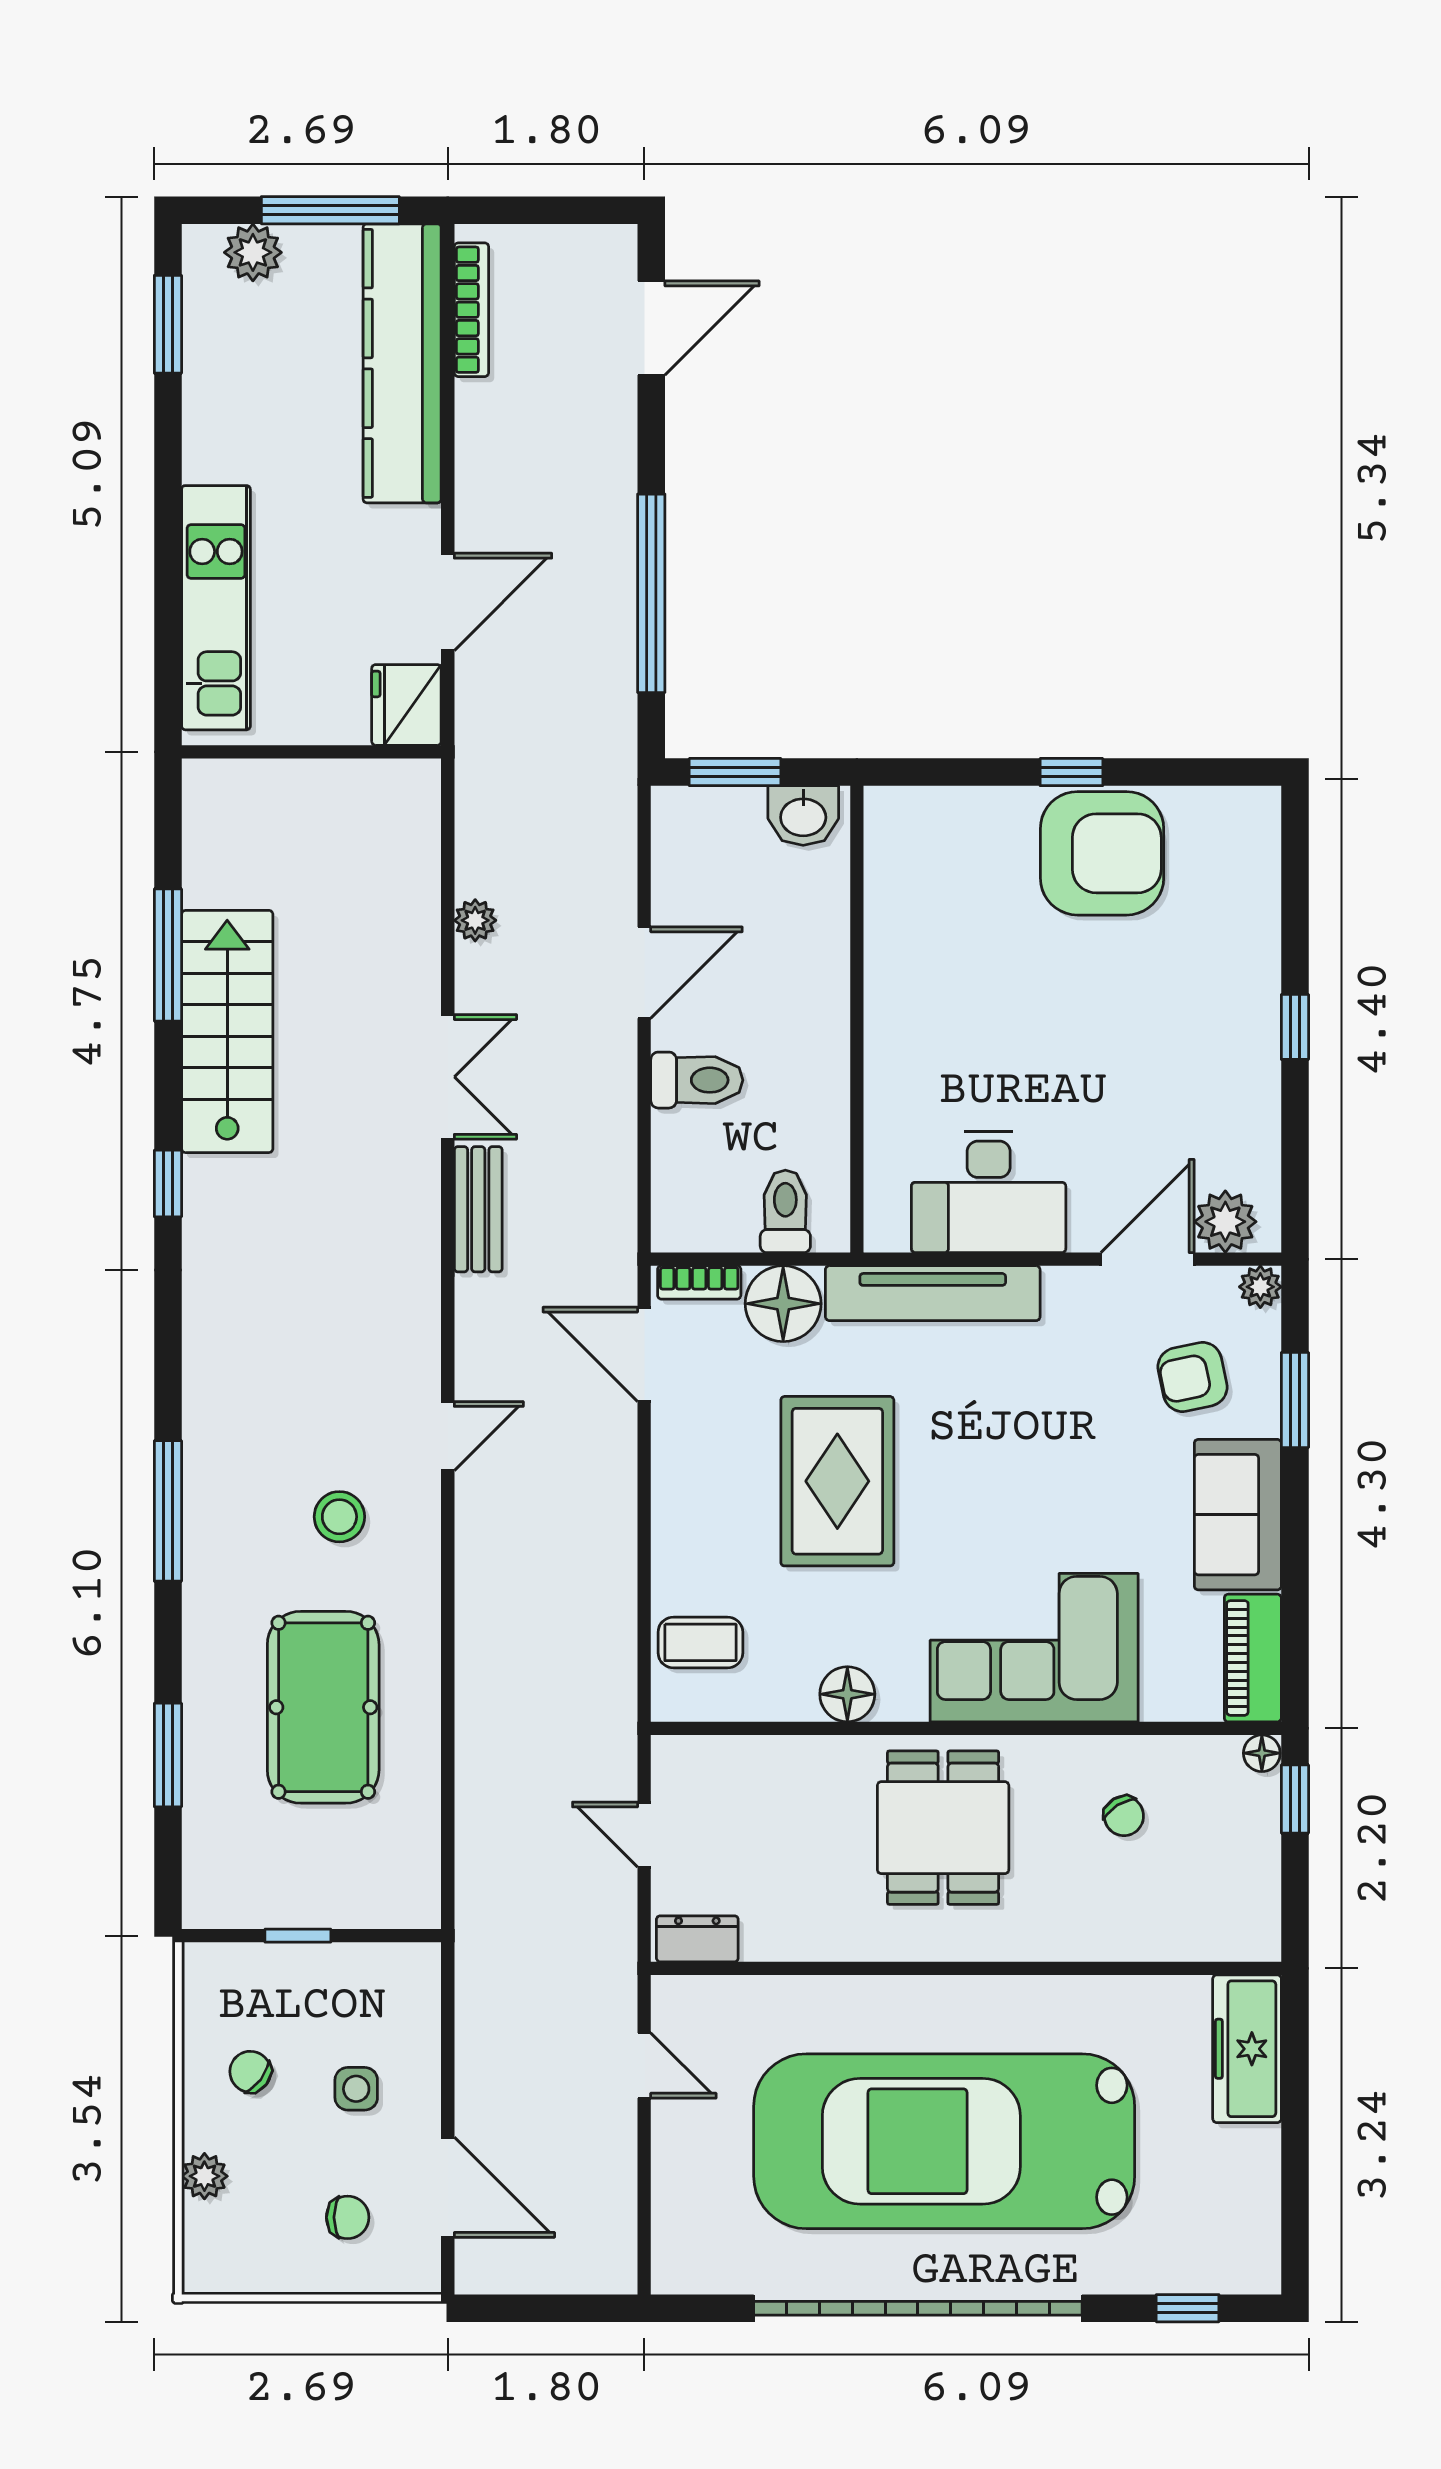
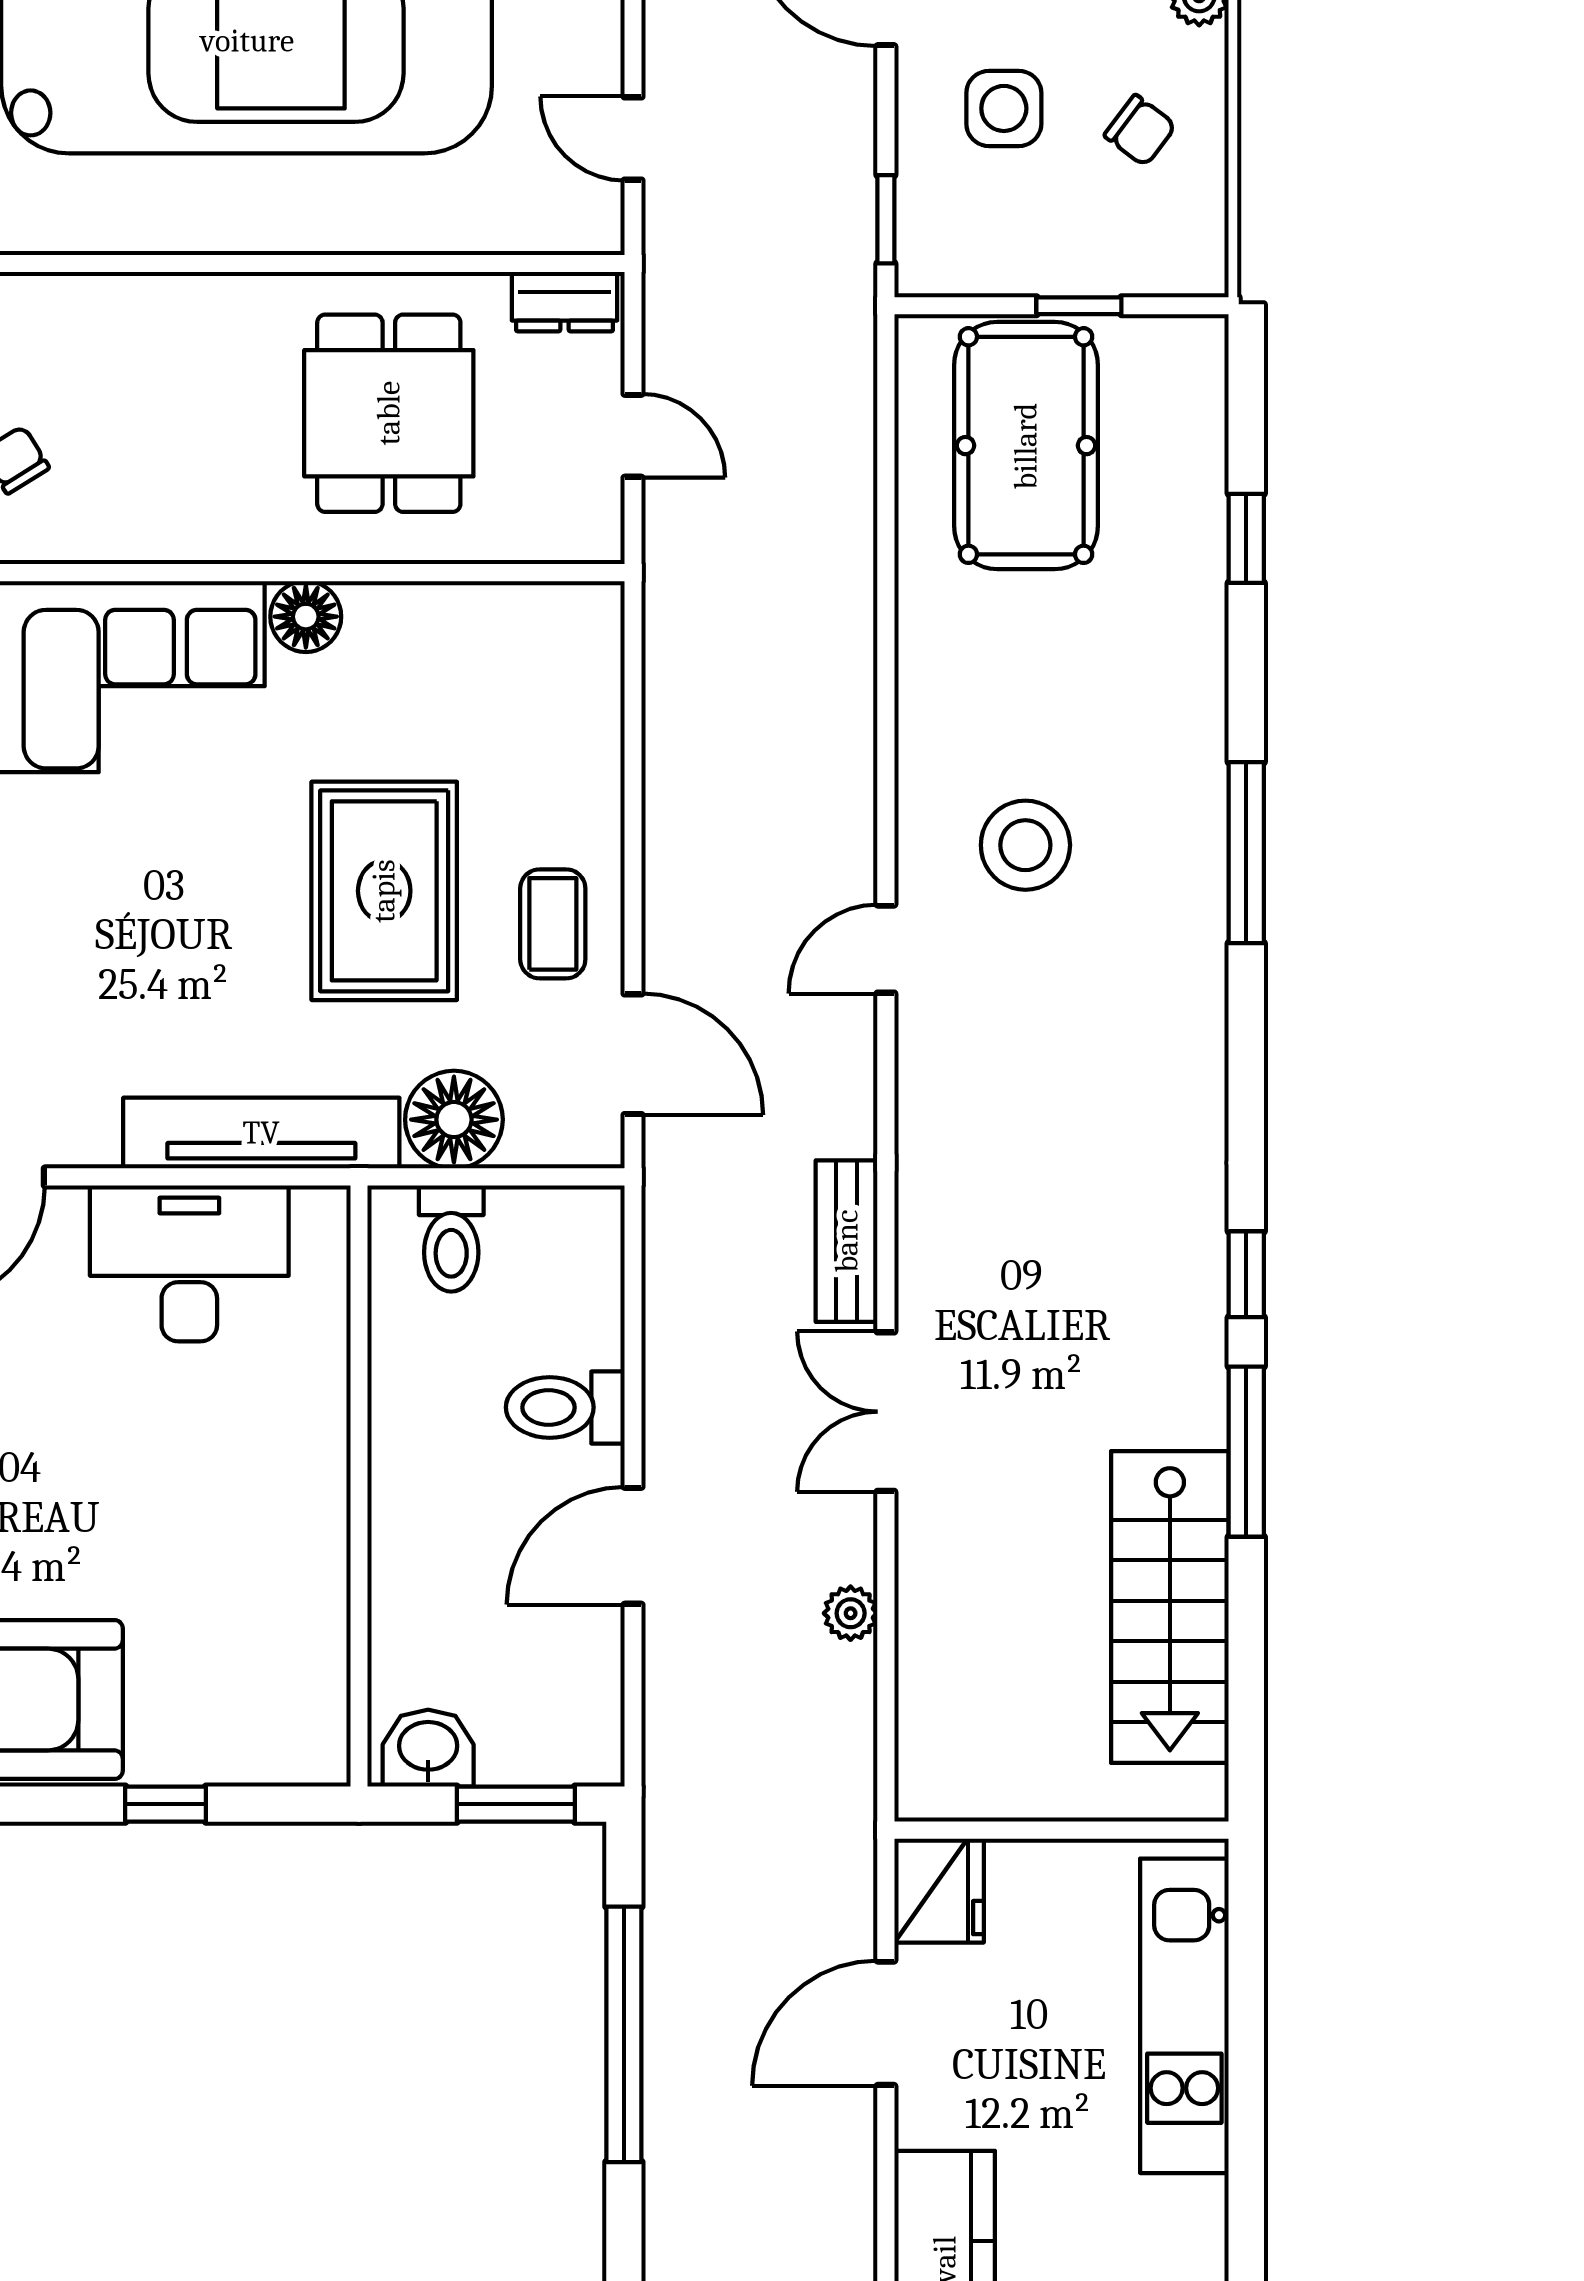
window: (1071, 772) -> (166, 1804), moved
window: (168, 955) -> (1246, 1452), moved
stairs: (227, 1031) -> (1170, 1607), moved
bookcase: (699, 1282) -> (562, 1147), removed
stool: (339, 1517) -> (1025, 845), width x1.38, depth x1.38
coffee table: (700, 1642) -> (553, 924), moved, turned 90
floor lamp: (847, 1694) -> (306, 617), moved
pool table: (323, 1707) -> (1026, 446), moved
window: (168, 1755) -> (1246, 538), width x0.67
dining table: (943, 1828) -> (389, 413), moved
window: (448, 2003) -> (886, 219), added
side table: (356, 2089) -> (1004, 108), width x1.37, depth x1.37

